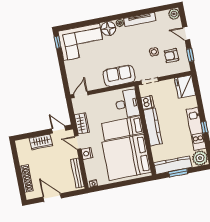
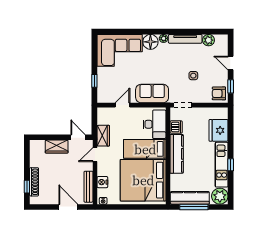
plant: (174, 14) -> (209, 40), moved
window: (57, 42) -> (94, 81), moved
armchair: (171, 56) -> (219, 93), moved
fridge: (185, 87) -> (219, 130), moved
door: (81, 94) -> (123, 105), moved
door: (78, 142) -> (95, 155), hinge flipped
nightstand: (87, 154) -> (102, 182), moved
window: (178, 173) -> (194, 207), width x1.44
window: (21, 184) -> (27, 187), added
door: (52, 198) -> (68, 207), moved

